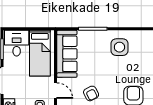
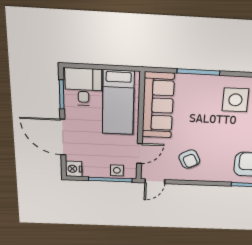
door: (55, 91) -> (140, 153), hinge flipped

